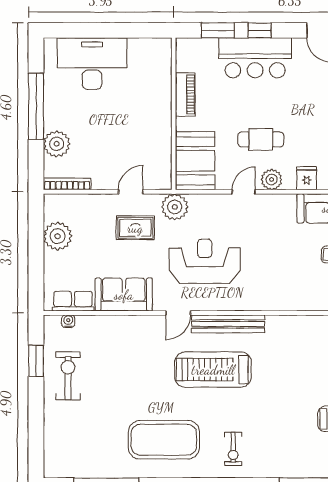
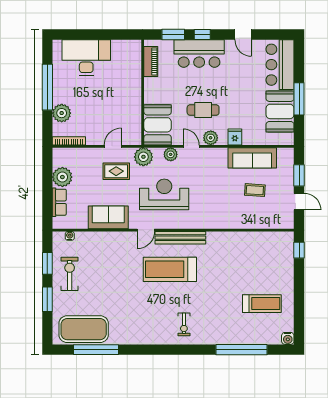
piano: (185, 94) -> (151, 61), moved
door: (244, 192) -> (191, 146), hinge flipped
plant: (214, 203) -> (171, 154), added
row of seats: (73, 301) -> (59, 202), moved, turned 90
window: (36, 413) -> (47, 299), added
exercise mat: (164, 440) -> (84, 329), moved

